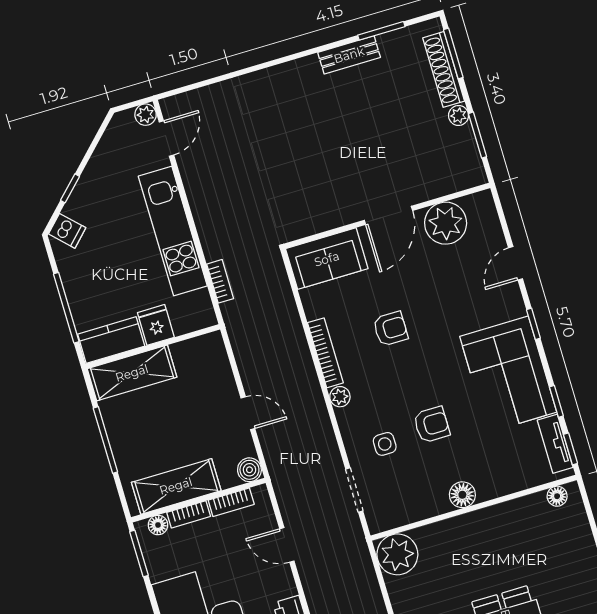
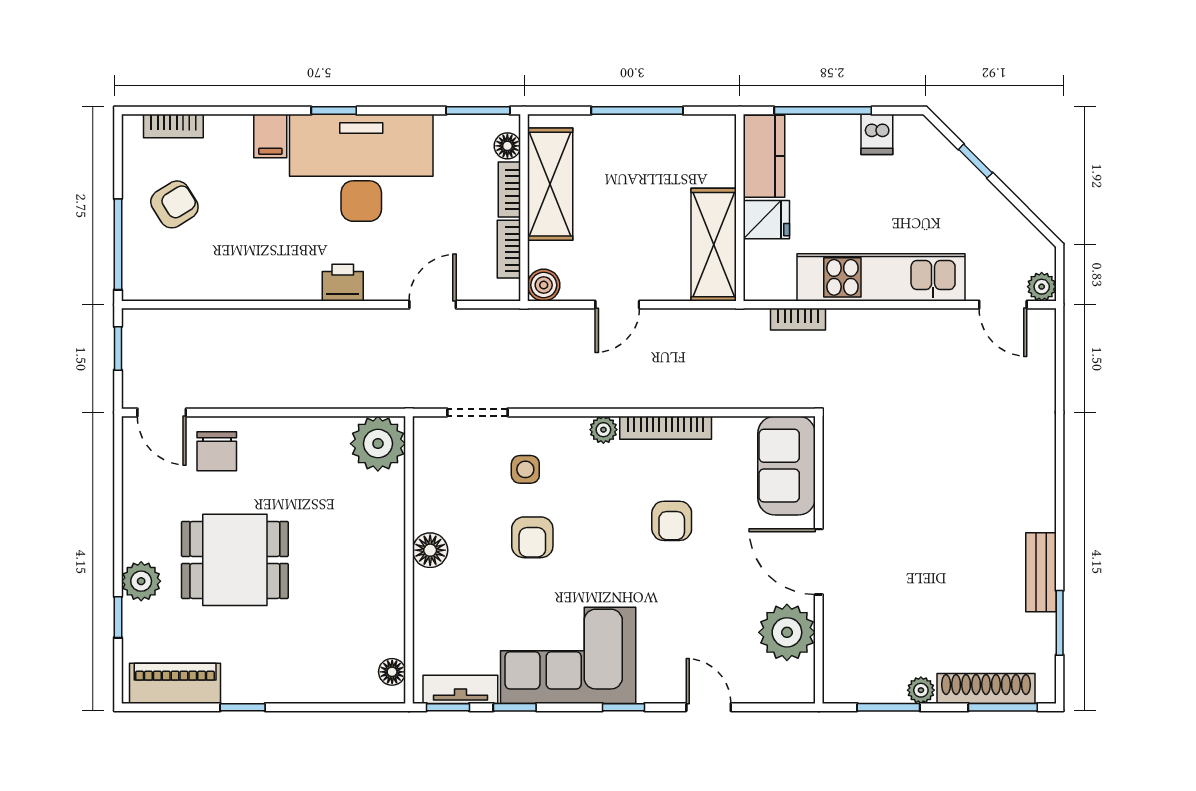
dishwasher: (67, 231) -> (877, 134), moved, turned -45
shelving: (132, 373) -> (714, 245), moved

